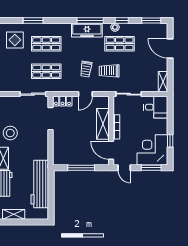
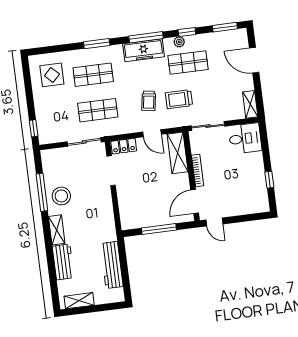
window: (33, 20) -> (97, 44), moved
door: (85, 94) -> (152, 133), hinge flipped
shelving: (103, 124) -> (178, 153), moved
door: (111, 150) -> (195, 201), hinge flipped
corner desk: (152, 150) -> (248, 194), removed
window: (151, 168) -> (249, 217), removed
workbench: (40, 184) -> (112, 265), width x0.73, depth x0.76

